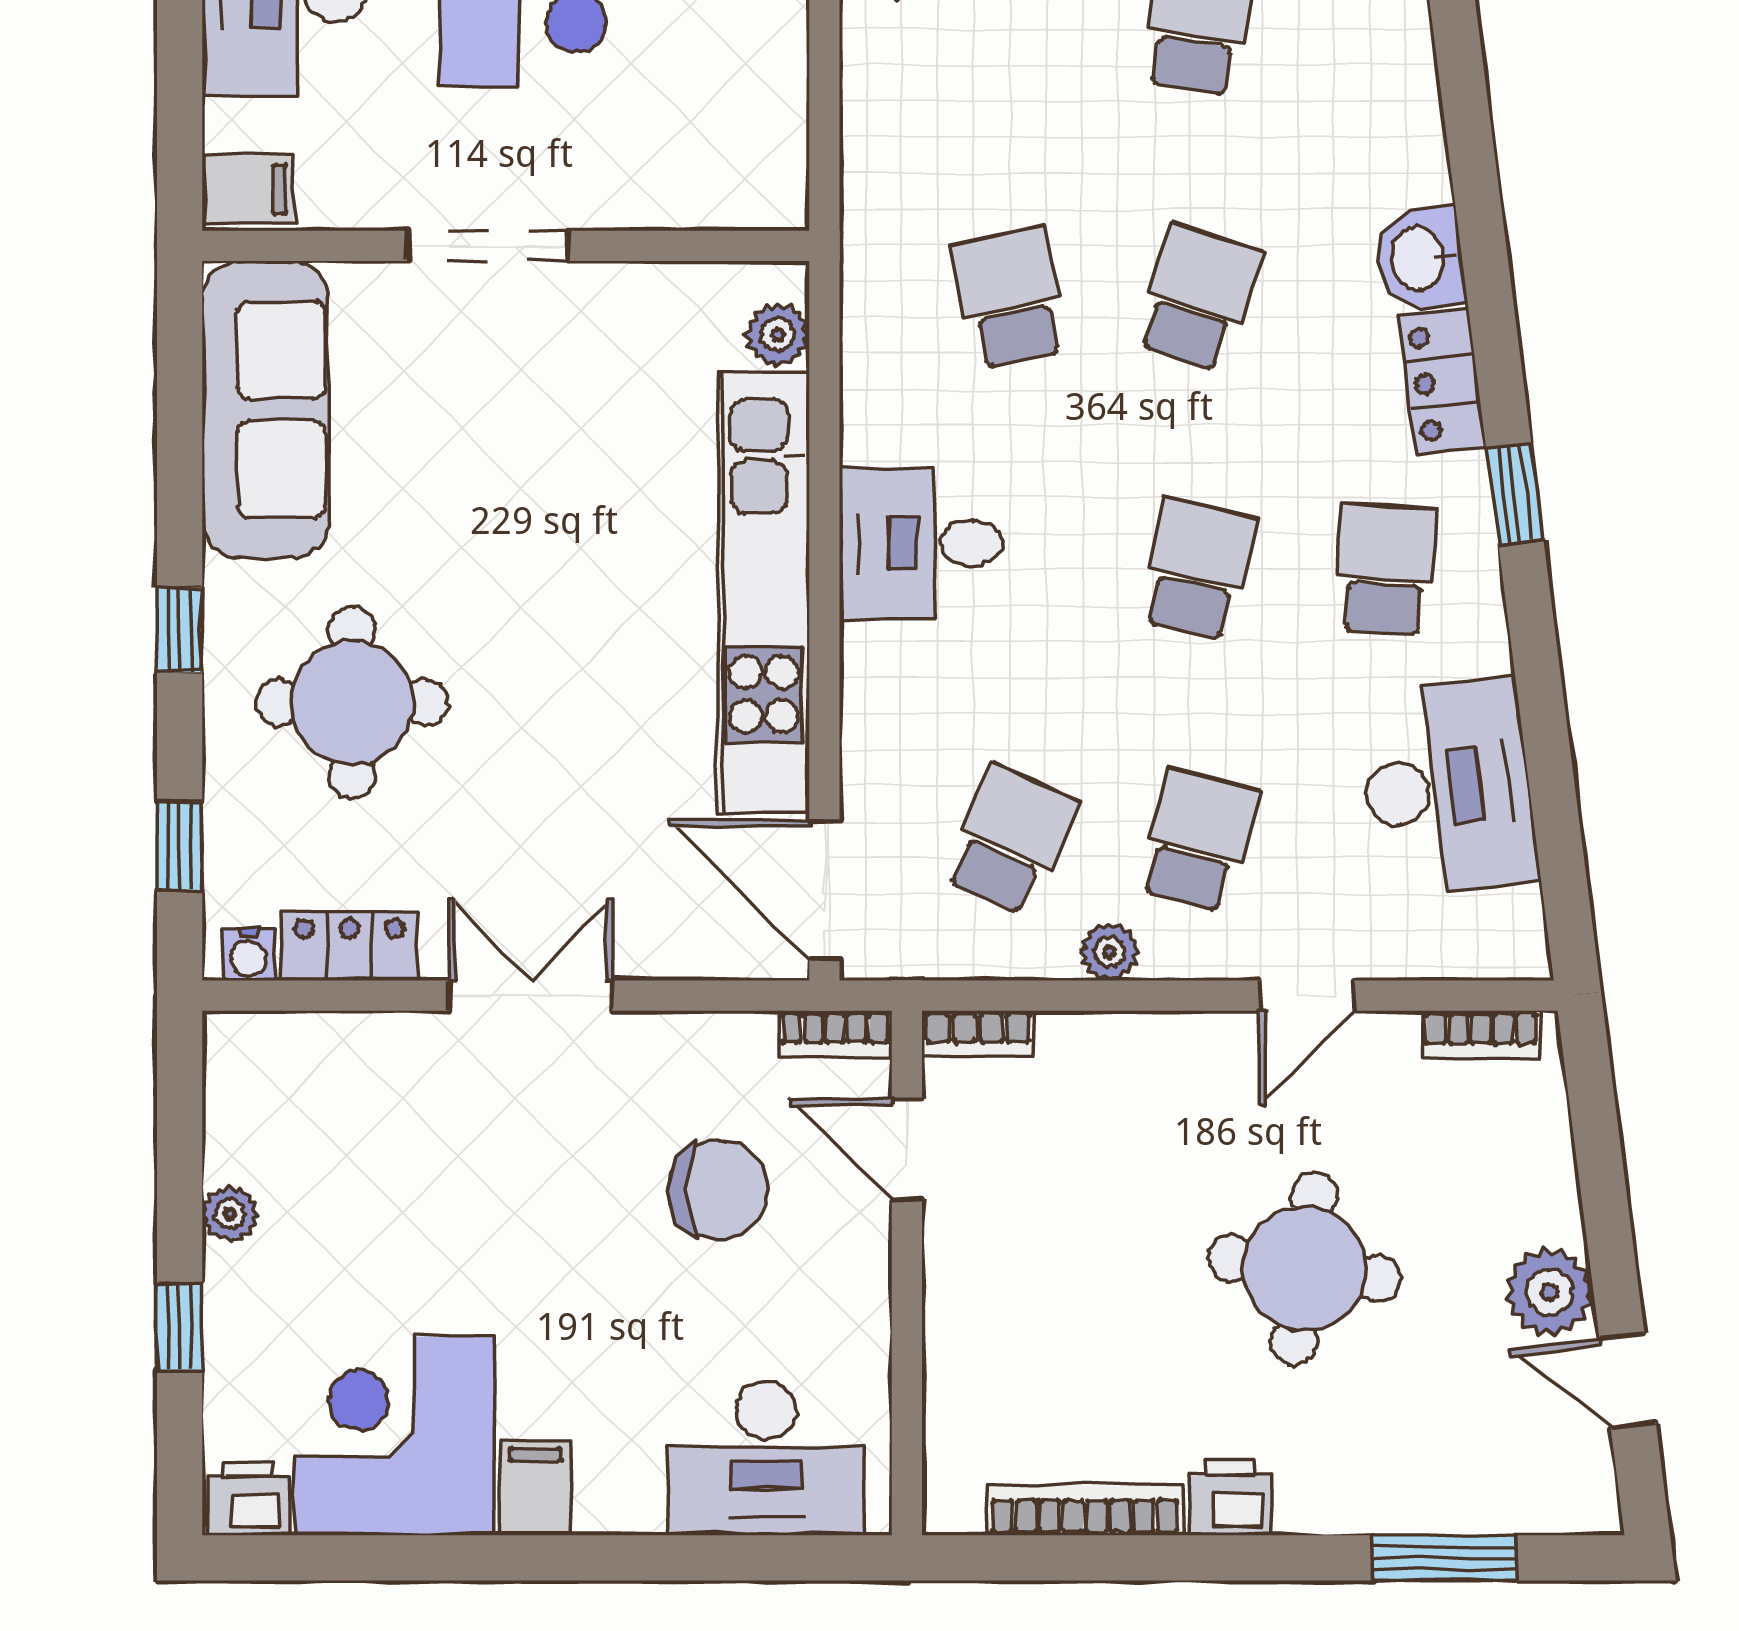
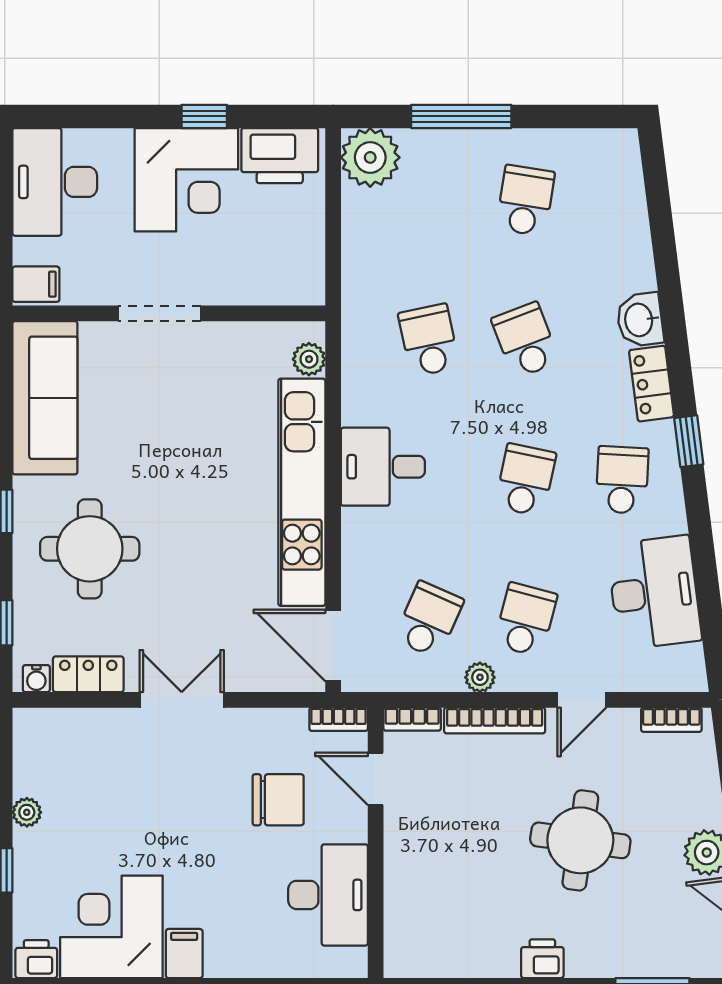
school desk: (1198, 298) -> (525, 340), turned -39
desk: (766, 1458) -> (328, 895), moved, turned -90
bookcase: (1085, 1510) -> (495, 721), moved, turned 180

